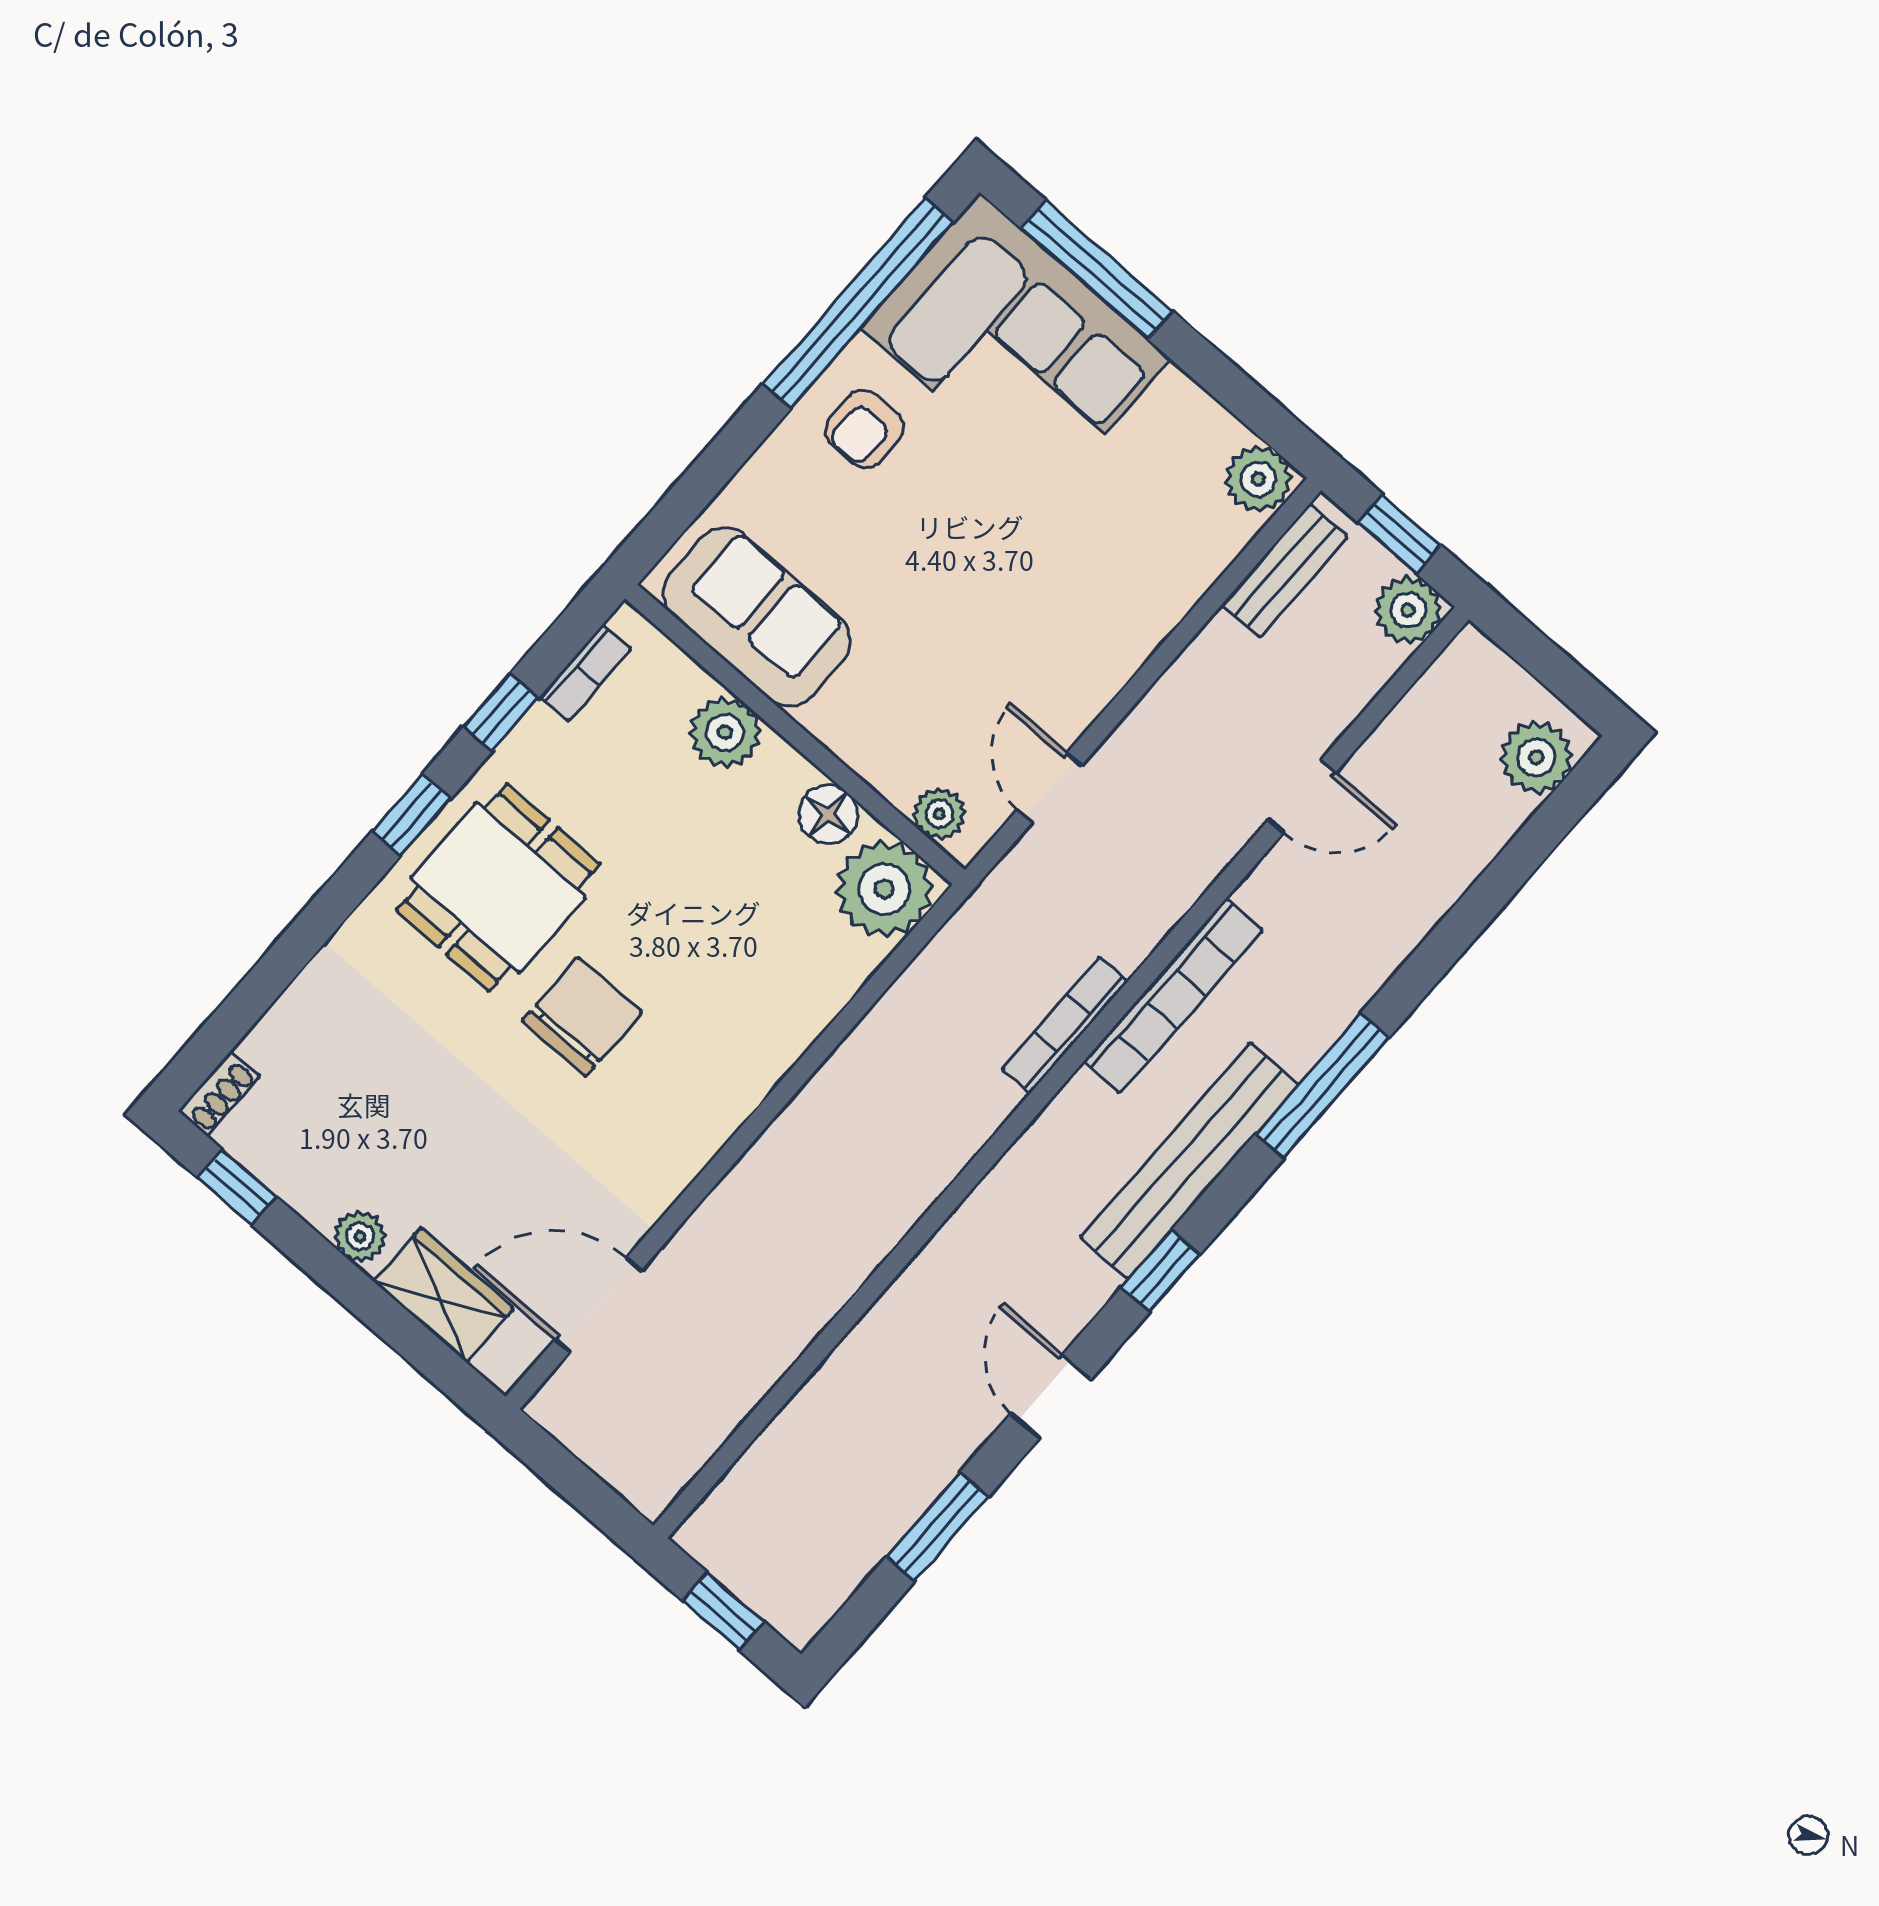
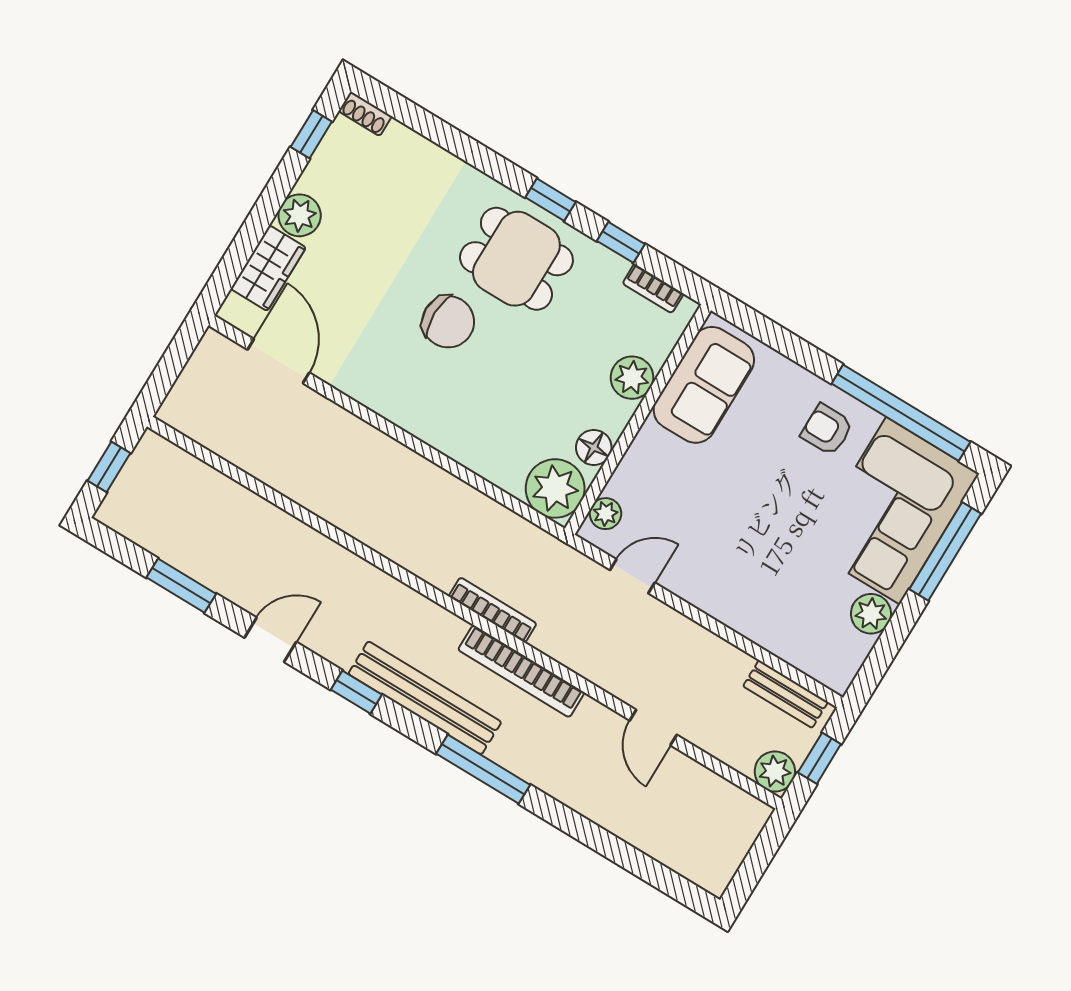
plant: (1258, 479) -> (871, 614), moved
plant: (1536, 757) -> (700, 863), removed
plant: (360, 1236) -> (300, 215), width x1.38, depth x1.38

